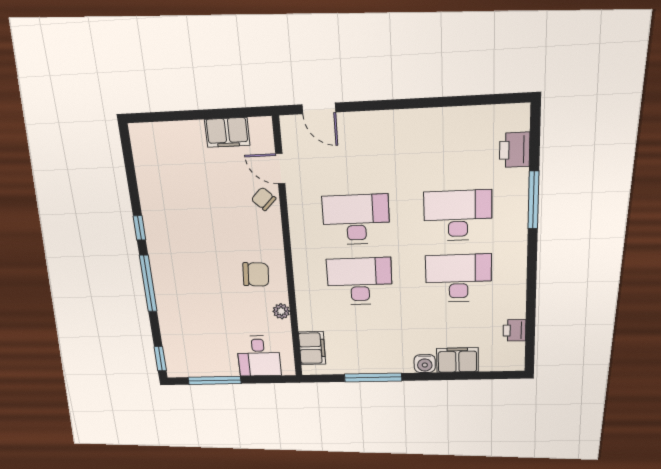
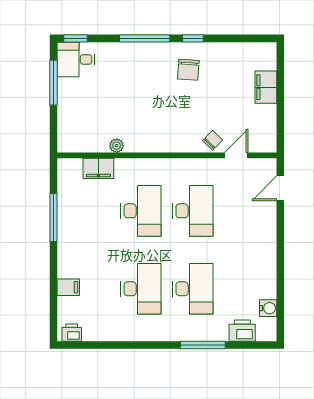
filing cabinet: (227, 132) -> (266, 87), moved
chair: (256, 274) -> (188, 70), moved
printer: (514, 330) -> (72, 333), moved
filing cabinet: (312, 348) -> (98, 168), moved
desk: (259, 356) -> (76, 59), moved
filing cabinet: (457, 360) -> (68, 287), width x0.50
water cooler: (425, 364) -> (268, 308), moved, turned 180

